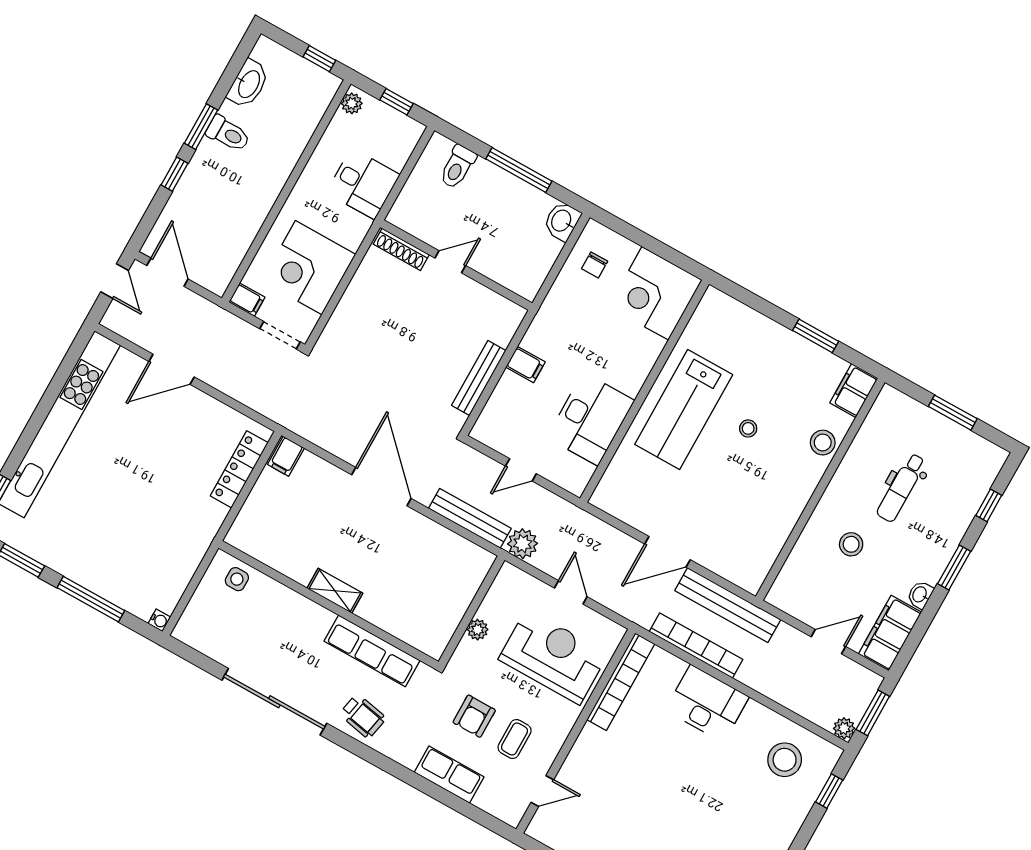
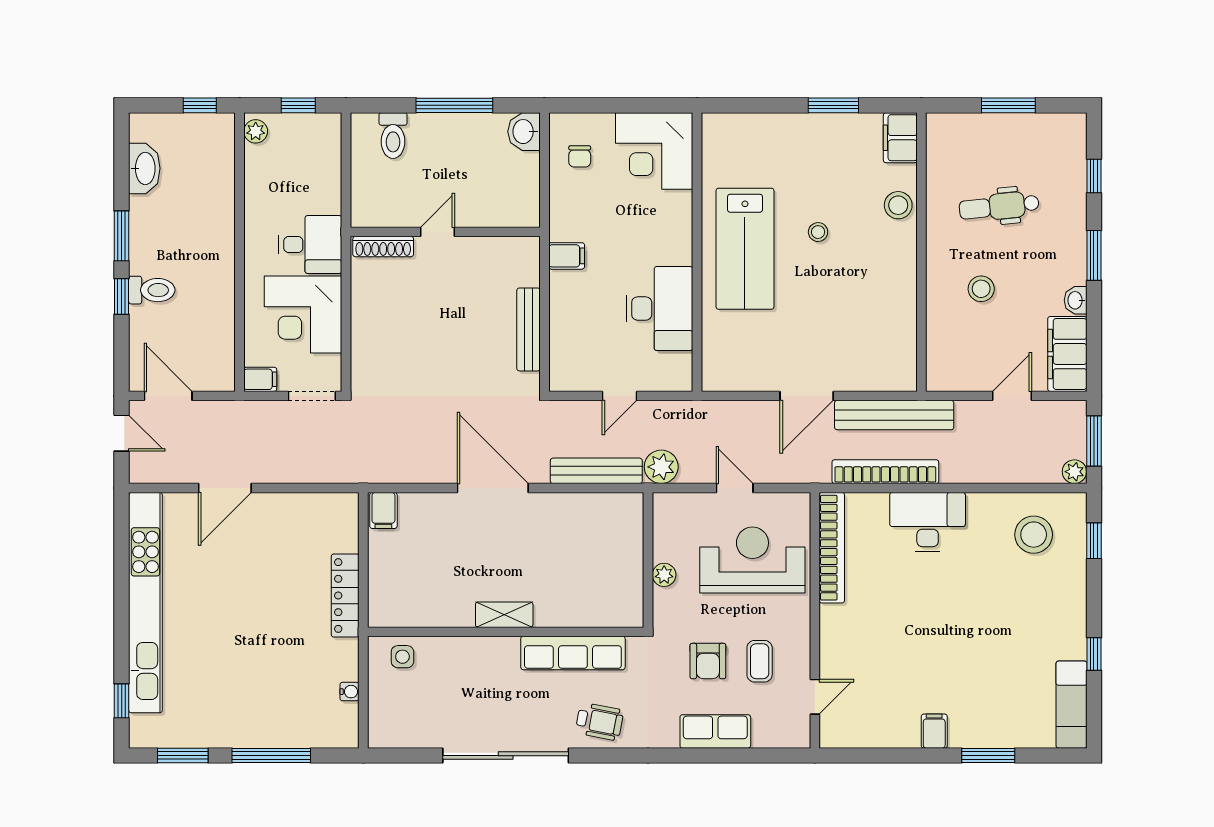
toilet: (228, 134) -> (152, 290), moved
desk: (363, 184) -> (310, 245), moved
filing cabinet: (525, 365) -> (567, 256), moved
locker: (239, 469) -> (345, 596), moved
dental chair: (901, 488) -> (999, 206), turned 84
water cooler: (159, 620) -> (349, 692), moved

